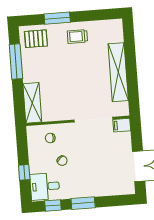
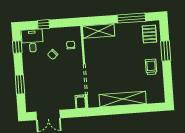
window: (83, 203) -> (20, 85), moved

